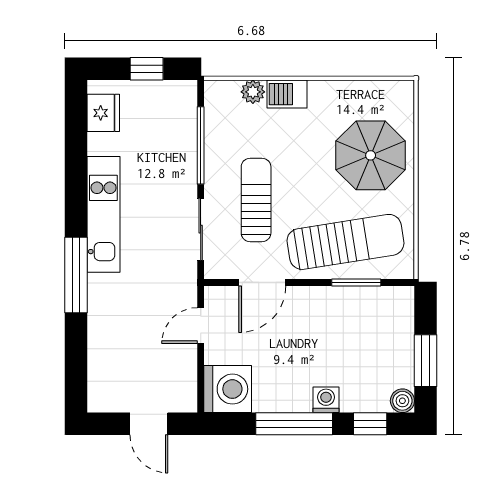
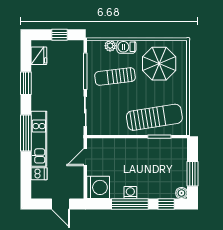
parasol: (371, 155) -> (159, 64), moved
window: (76, 171) -> (26, 83), added
sun lounger: (256, 200) -> (115, 77), moved, turned -97
kitchen unit: (103, 214) -> (39, 139), moved
door: (262, 282) -> (115, 137), removed
dishwasher: (104, 360) -> (39, 174), added
washing machine: (326, 400) -> (130, 193), moved

